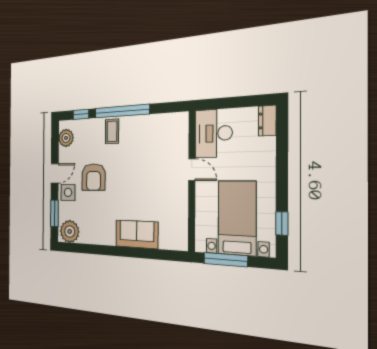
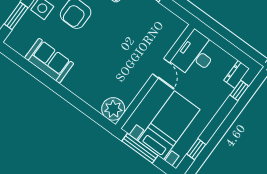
window: (282, 134) -> (239, 90), added
plant: (70, 231) -> (113, 109), moved
sofa: (137, 234) -> (49, 61), moved

